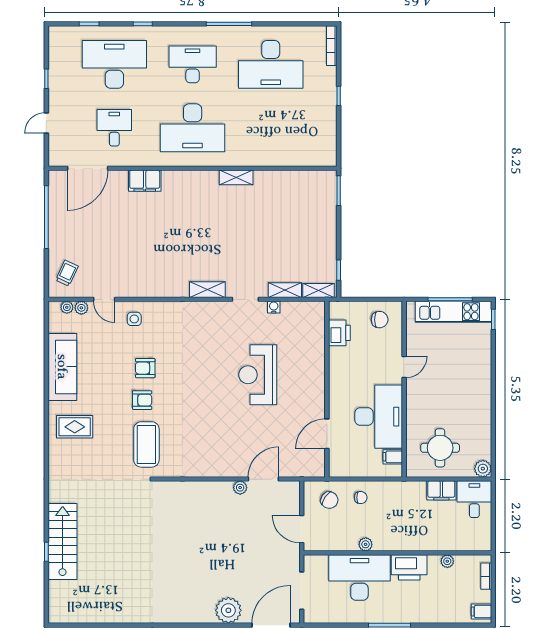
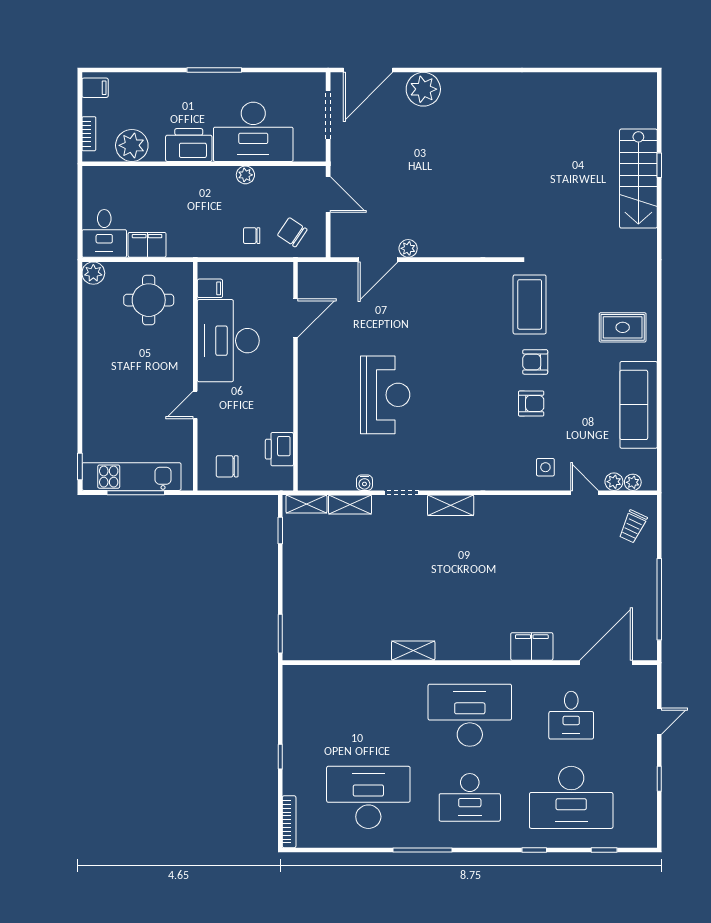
plant: (447, 561) -> (132, 145), width x1.87, depth x1.87

